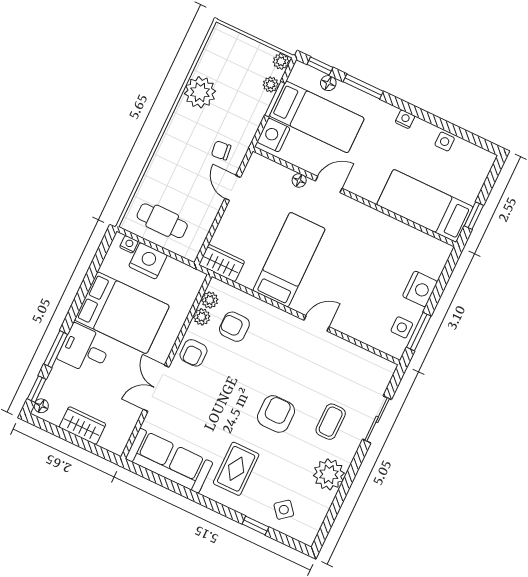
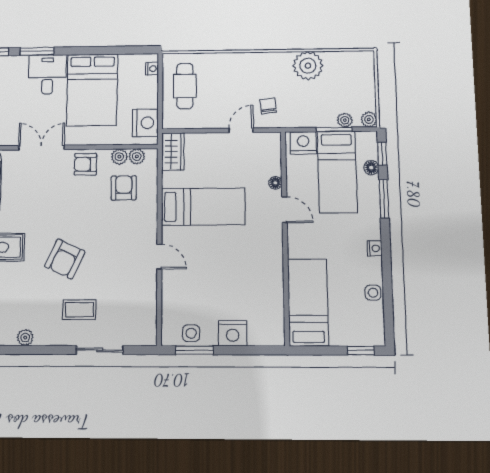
window: (474, 216) -> (361, 351), moved
nightstand: (148, 261) -> (145, 123), moved
armchair: (276, 414) -> (65, 259), turned 115
plant: (329, 474) -> (25, 337), width x0.53, depth x0.53

